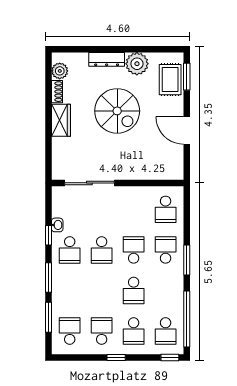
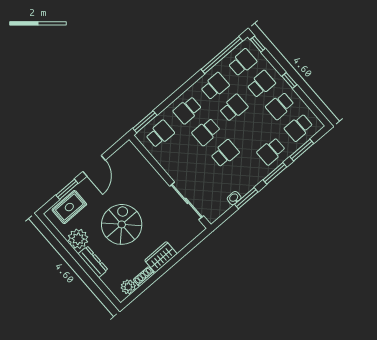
window: (187, 77) -> (67, 189), moved
window: (48, 235) -> (246, 198), width x1.50
school desk: (70, 250) -> (271, 151), moved, turned 180
window: (187, 260) -> (145, 122), moved
school desk: (166, 290) -> (215, 86), added

